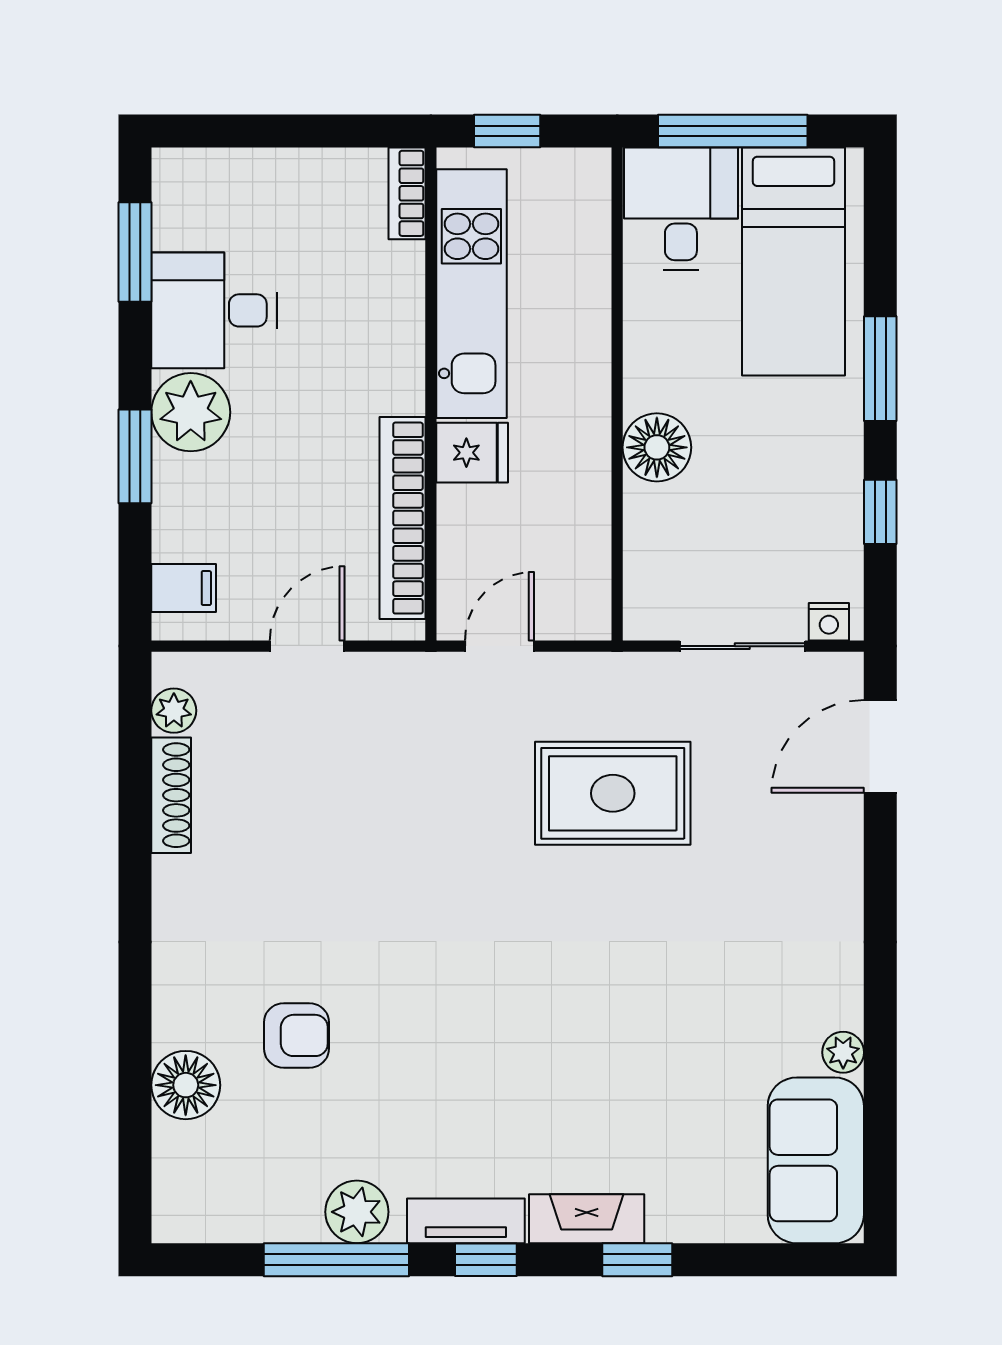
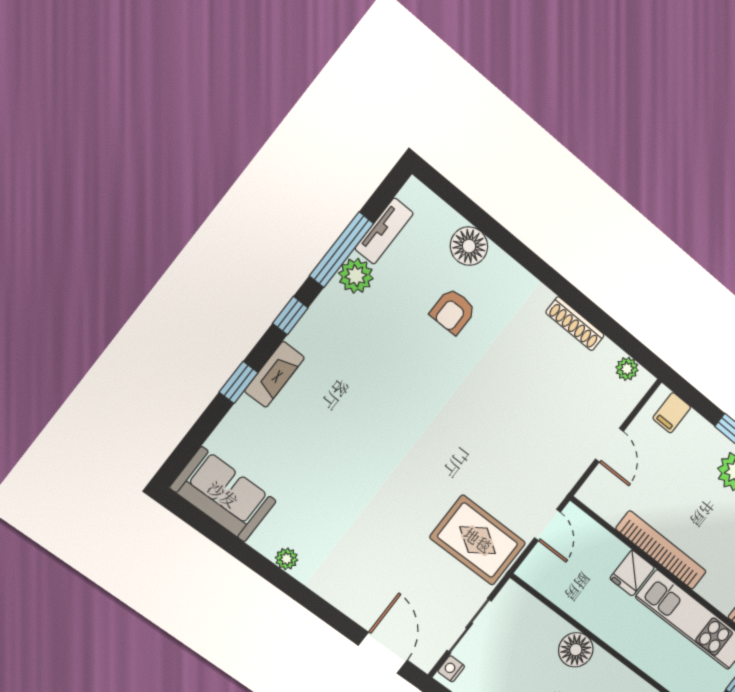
bookcase: (402, 518) -> (661, 550), moved
rug: (613, 793) -> (478, 540), moved, turned 90
shoe rack: (171, 795) -> (575, 324), moved
plant: (843, 1052) -> (287, 559), moved
tv unit: (466, 1221) -> (384, 231), moved

